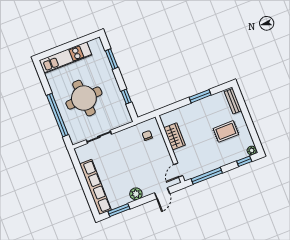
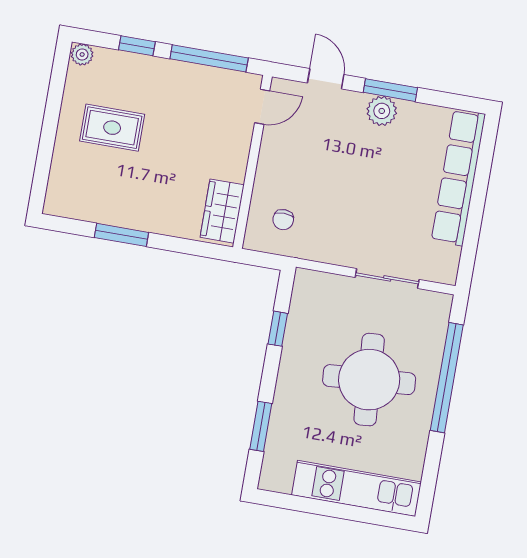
bench: (233, 101) -> (59, 182), removed
wardrobe: (174, 136) -> (222, 211), moved
window: (244, 161) -> (137, 46), moved
door: (162, 193) -> (326, 79), hinge flipped
window: (119, 210) -> (390, 90), moved

